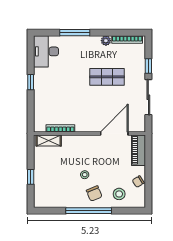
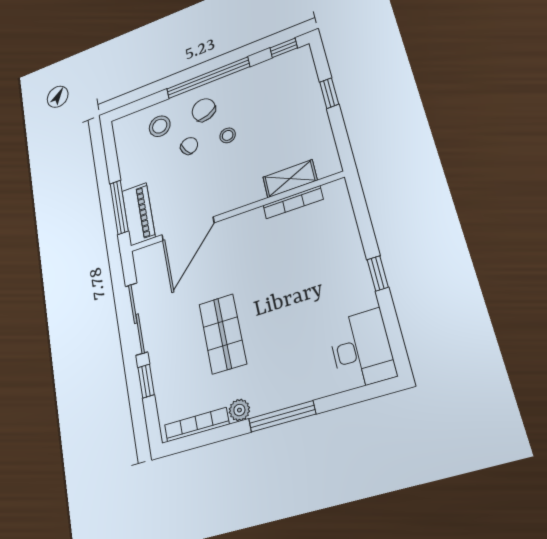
window: (75, 33) -> (282, 416), moved
shop shelf: (107, 77) -> (223, 334), turned 90
shelving: (49, 141) -> (290, 179), moved
window: (148, 158) -> (119, 207), added
chair: (138, 182) -> (189, 146), moved
window: (47, 211) -> (284, 48), added

